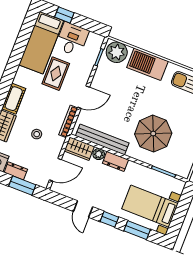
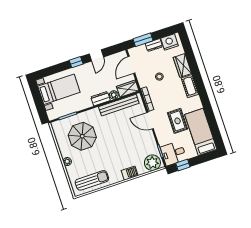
window: (64, 15) -> (183, 165), moved
desk: (72, 39) -> (173, 153), moved, turned 90
barbecue: (147, 64) -> (130, 173), width x0.53, depth x0.65
door: (84, 97) -> (150, 121), hinge flipped
parasol: (153, 134) -> (82, 136), moved
door: (83, 209) -> (96, 55), swing flipped
window: (137, 230) -> (55, 69), removed

